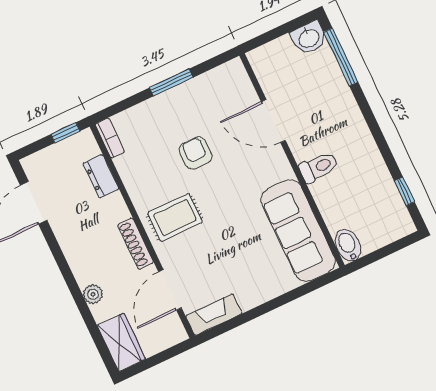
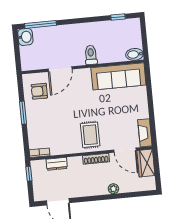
armchair: (195, 153) -> (39, 91), moved
wardrobe: (121, 342) -> (146, 163), moved, turned -90

